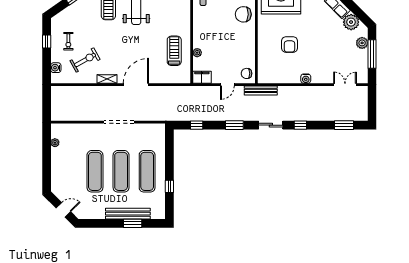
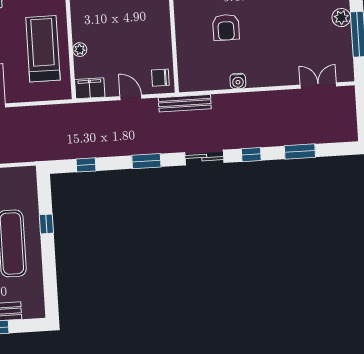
treadmill: (174, 51) -> (43, 49), width x1.37, depth x1.38
water cooler: (306, 79) -> (238, 81), moved
door: (227, 85) -> (131, 97), swing flipped
window: (344, 125) -> (300, 152), moved
window: (169, 186) -> (46, 224), moved

